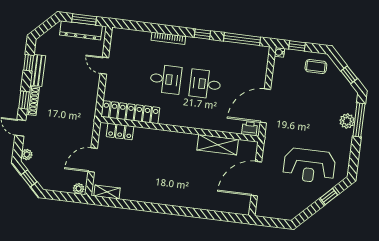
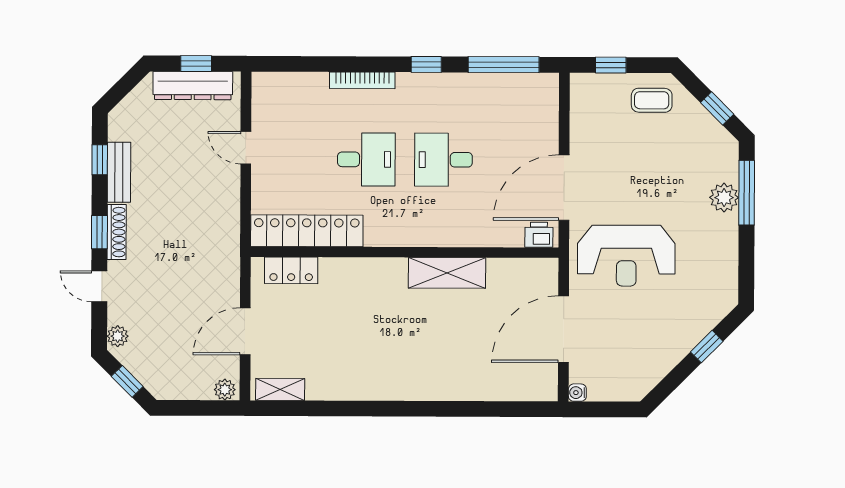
window: (84, 19) -> (196, 64), width x0.67
water cooler: (279, 52) -> (577, 393), moved
shelving: (218, 145) -> (447, 273), moved
reception desk: (309, 166) -> (626, 256), moved

